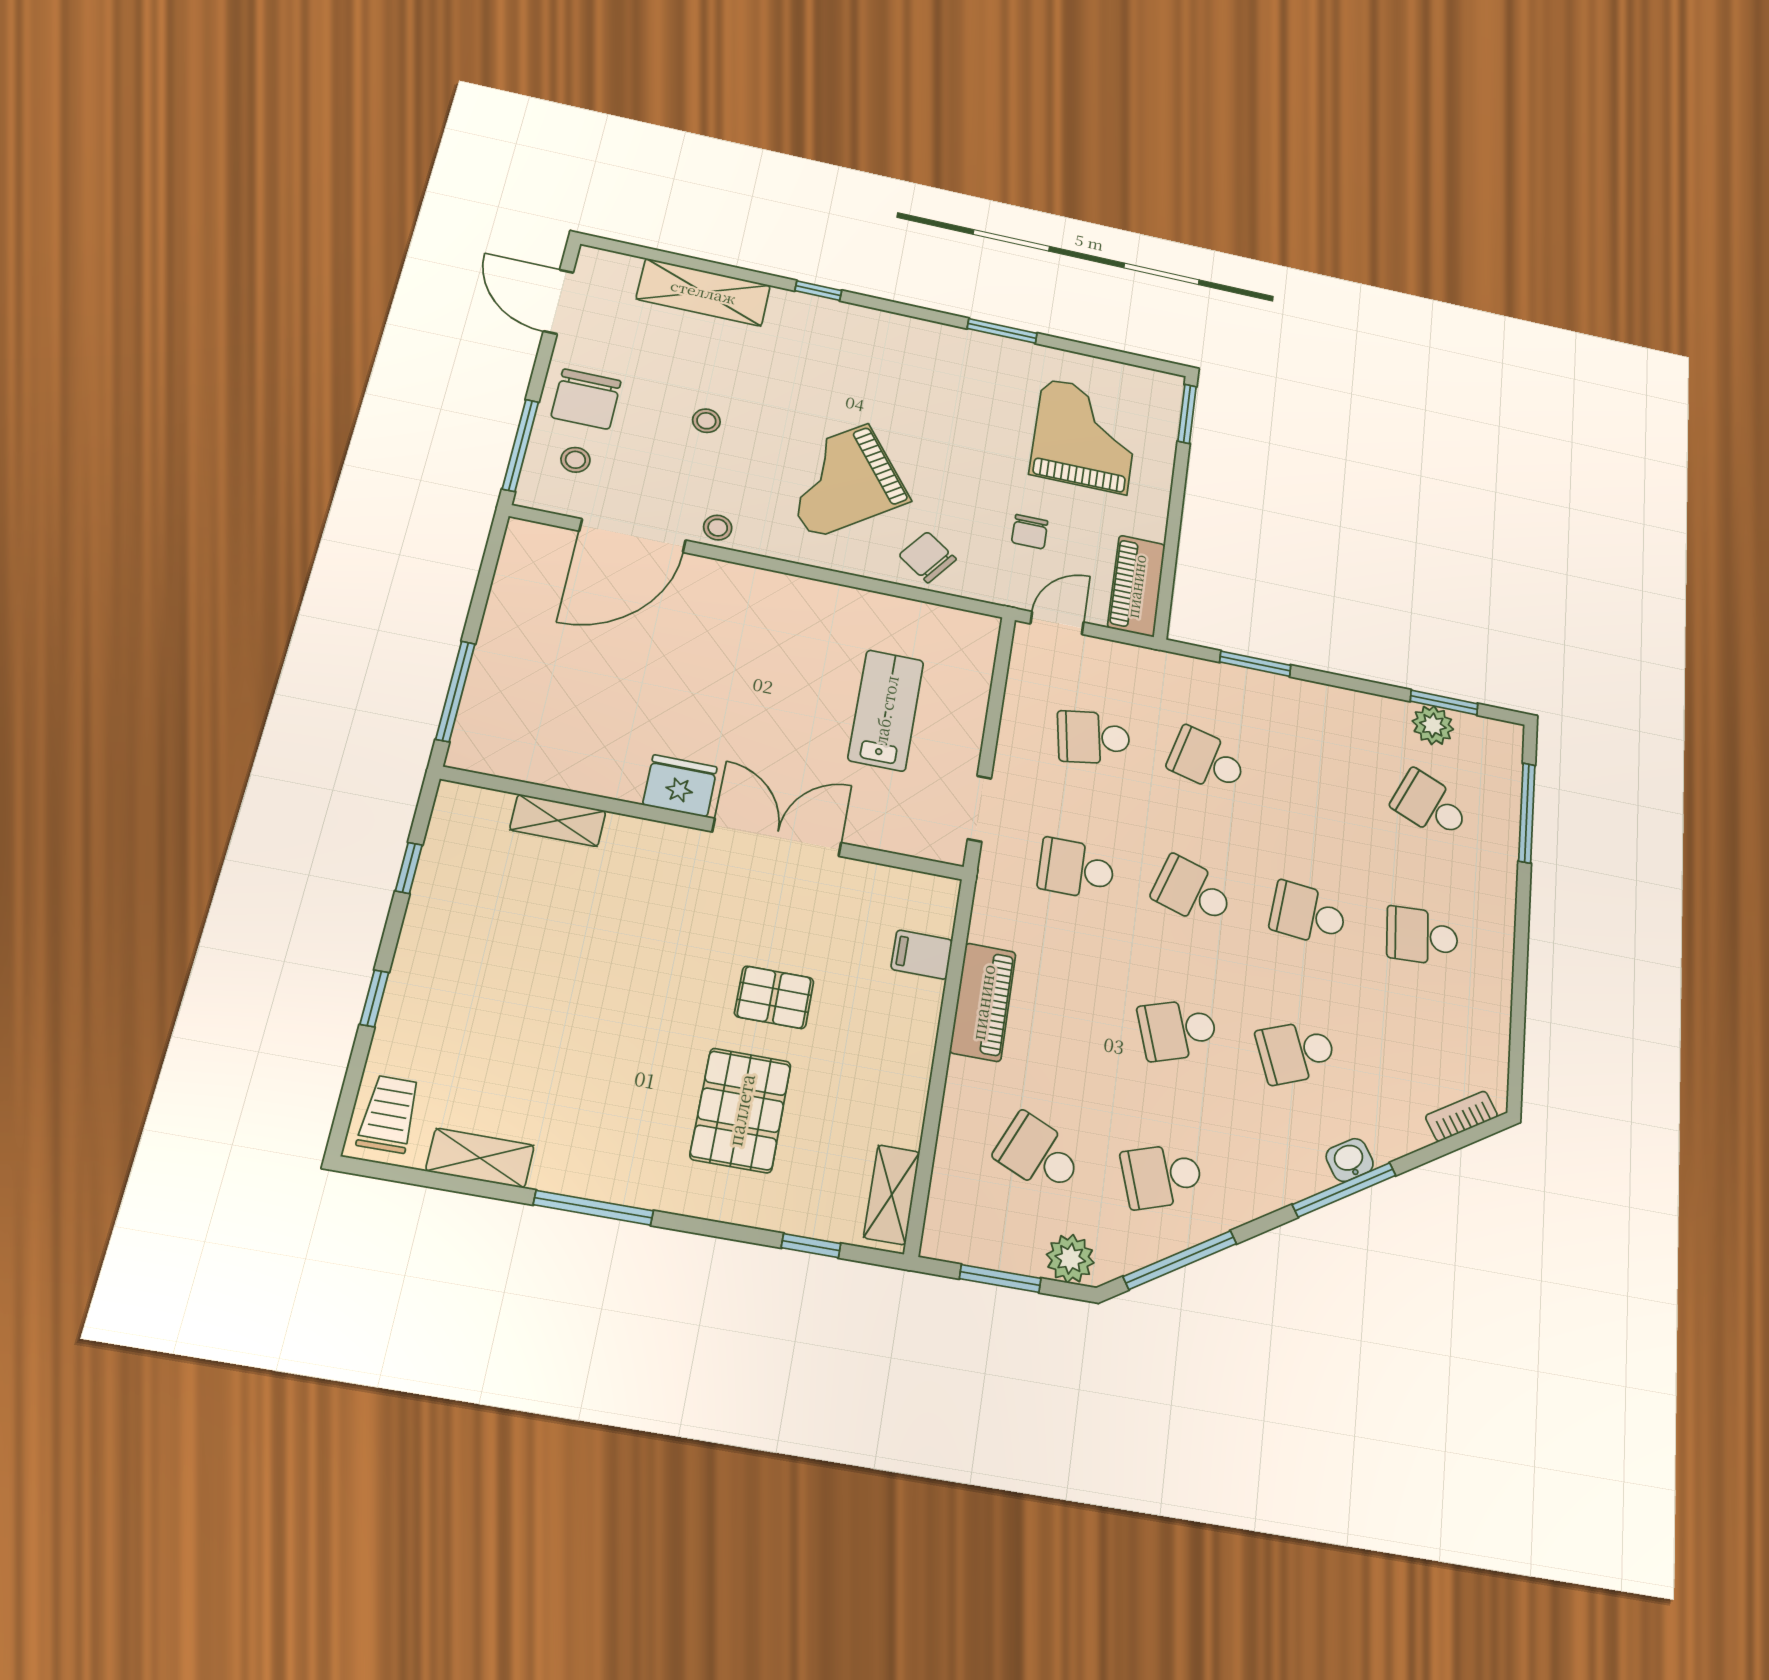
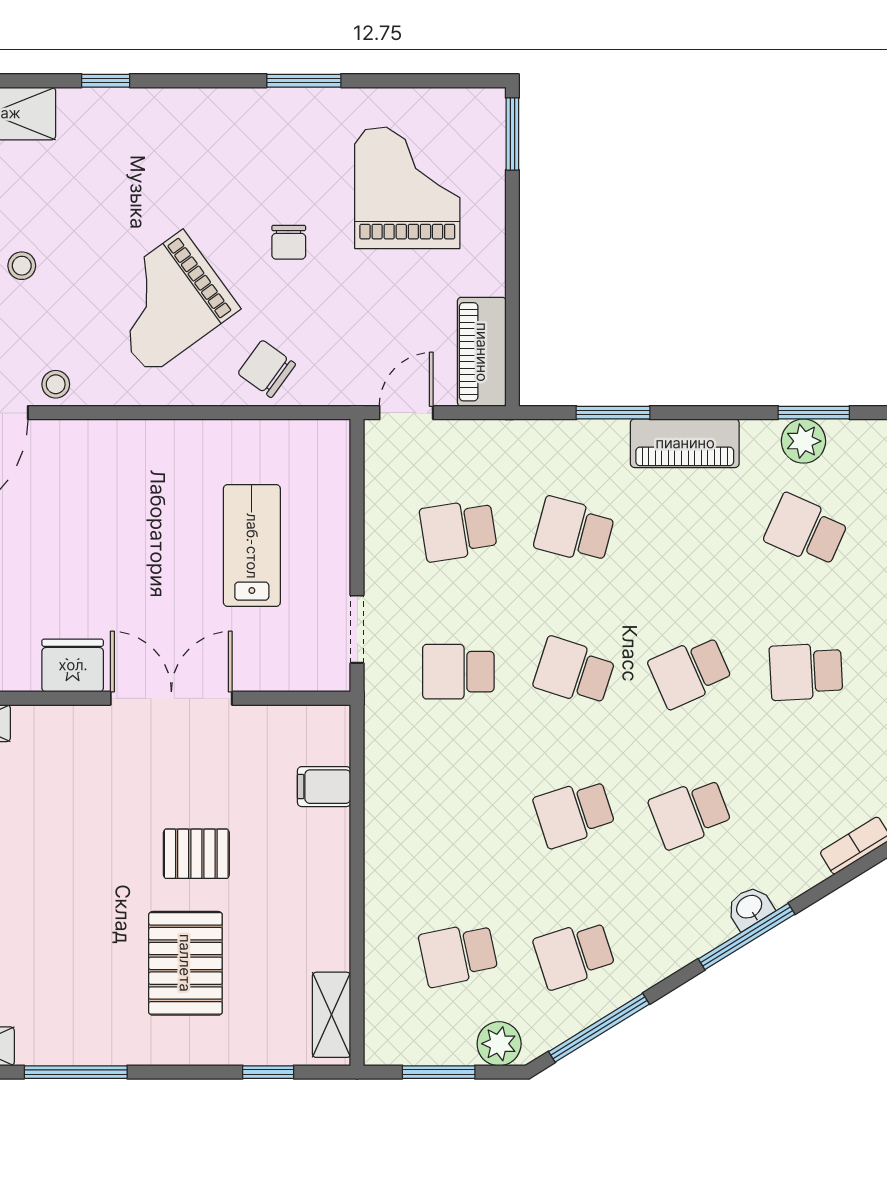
chair: (1030, 532) -> (289, 242), moved
school desk: (1308, 914) -> (690, 672), turned -30
piano: (983, 1002) -> (685, 443), moved, turned 90
school desk: (1039, 1154) -> (458, 954), turned -36

